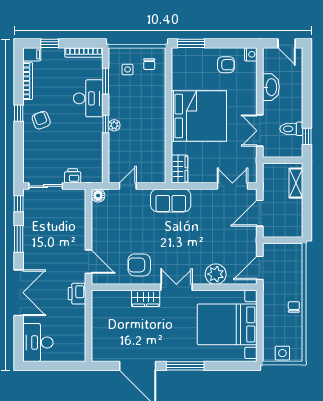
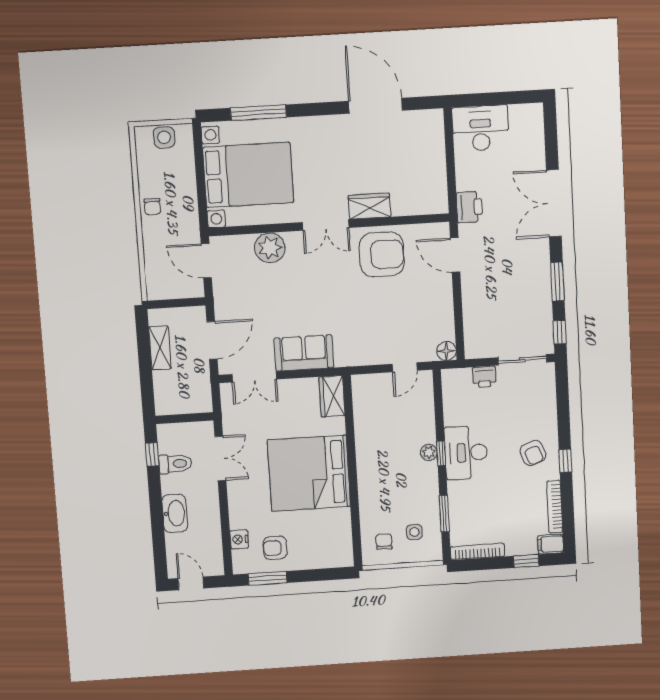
window: (191, 43) -> (267, 578), moved
nightstand: (251, 54) -> (239, 539), moved
washbasin: (271, 87) -> (175, 513), moved, turned 180
desk: (88, 98) -> (466, 453), moved
shelving: (296, 183) -> (160, 348), moved
sofa: (171, 200) -> (304, 353), moved
armchair: (139, 265) -> (382, 254), width x1.36, depth x1.36
door: (260, 268) -> (206, 261), swing flipped
desk: (38, 342) -> (481, 128), moved, turned -90
window: (185, 366) -> (258, 113), moved

